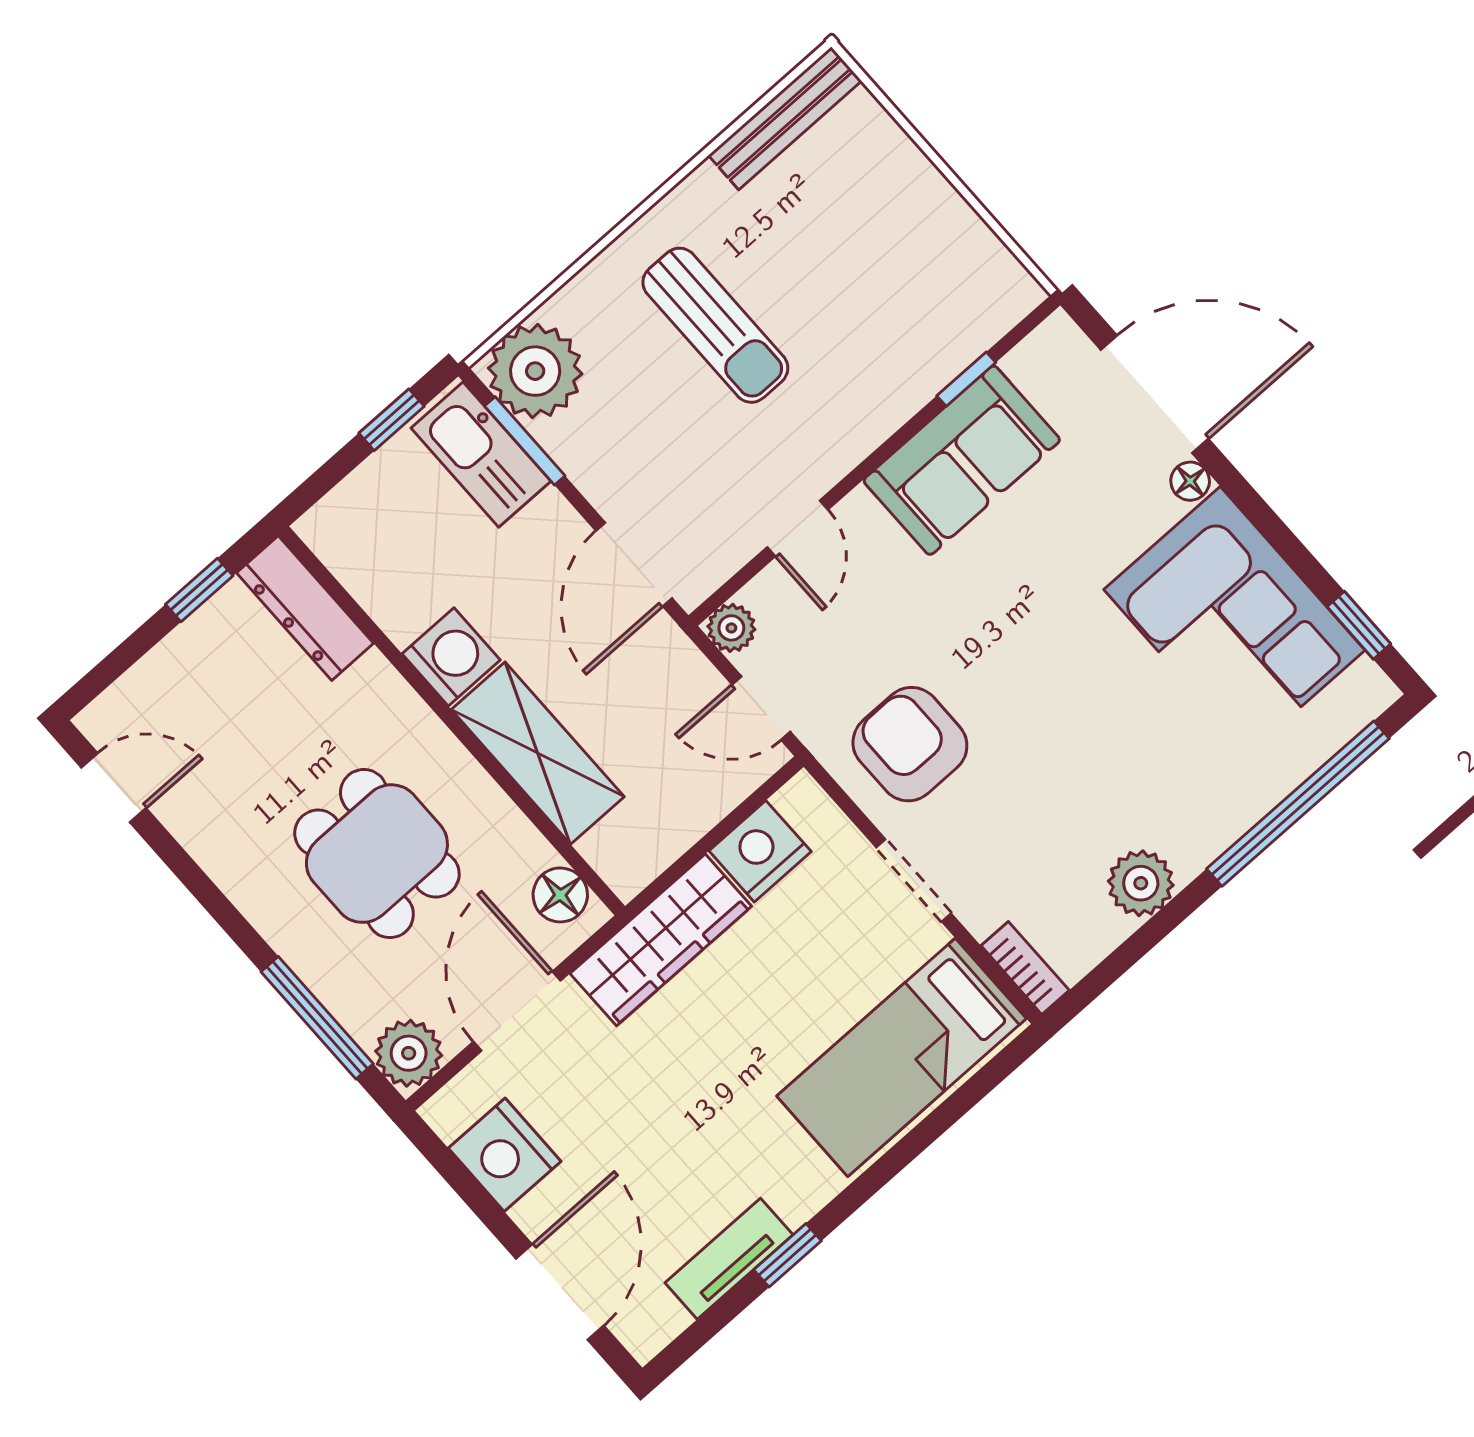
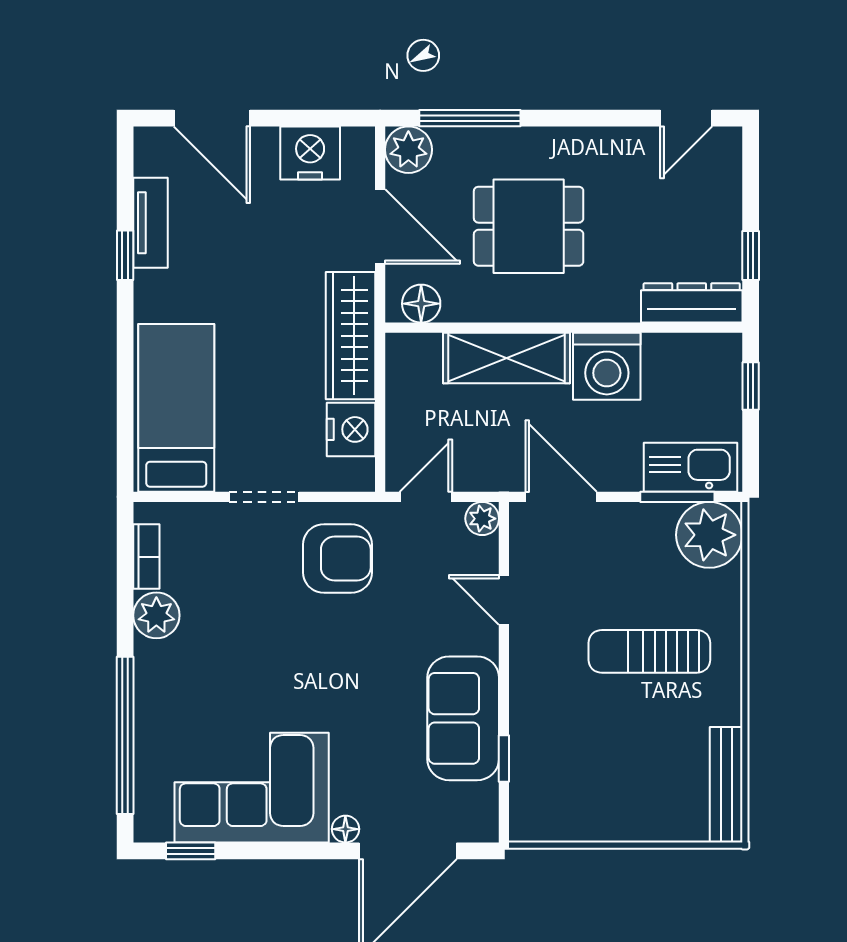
window: (392, 420) -> (751, 386), moved
washing machine: (451, 657) -> (607, 366), width x1.37, depth x1.37
bookcase: (1025, 968) -> (146, 557), moved, turned -90

